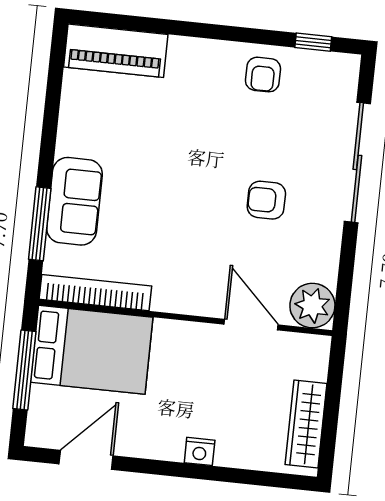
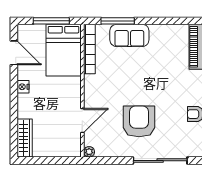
armchair: (266, 200) -> (139, 121), width x1.88, depth x1.88
plant: (312, 306) -> (89, 152), width x0.53, depth x0.53
wardrobe: (306, 424) -> (25, 138), moved, turned 90
nightstand: (200, 451) -> (23, 87), moved

